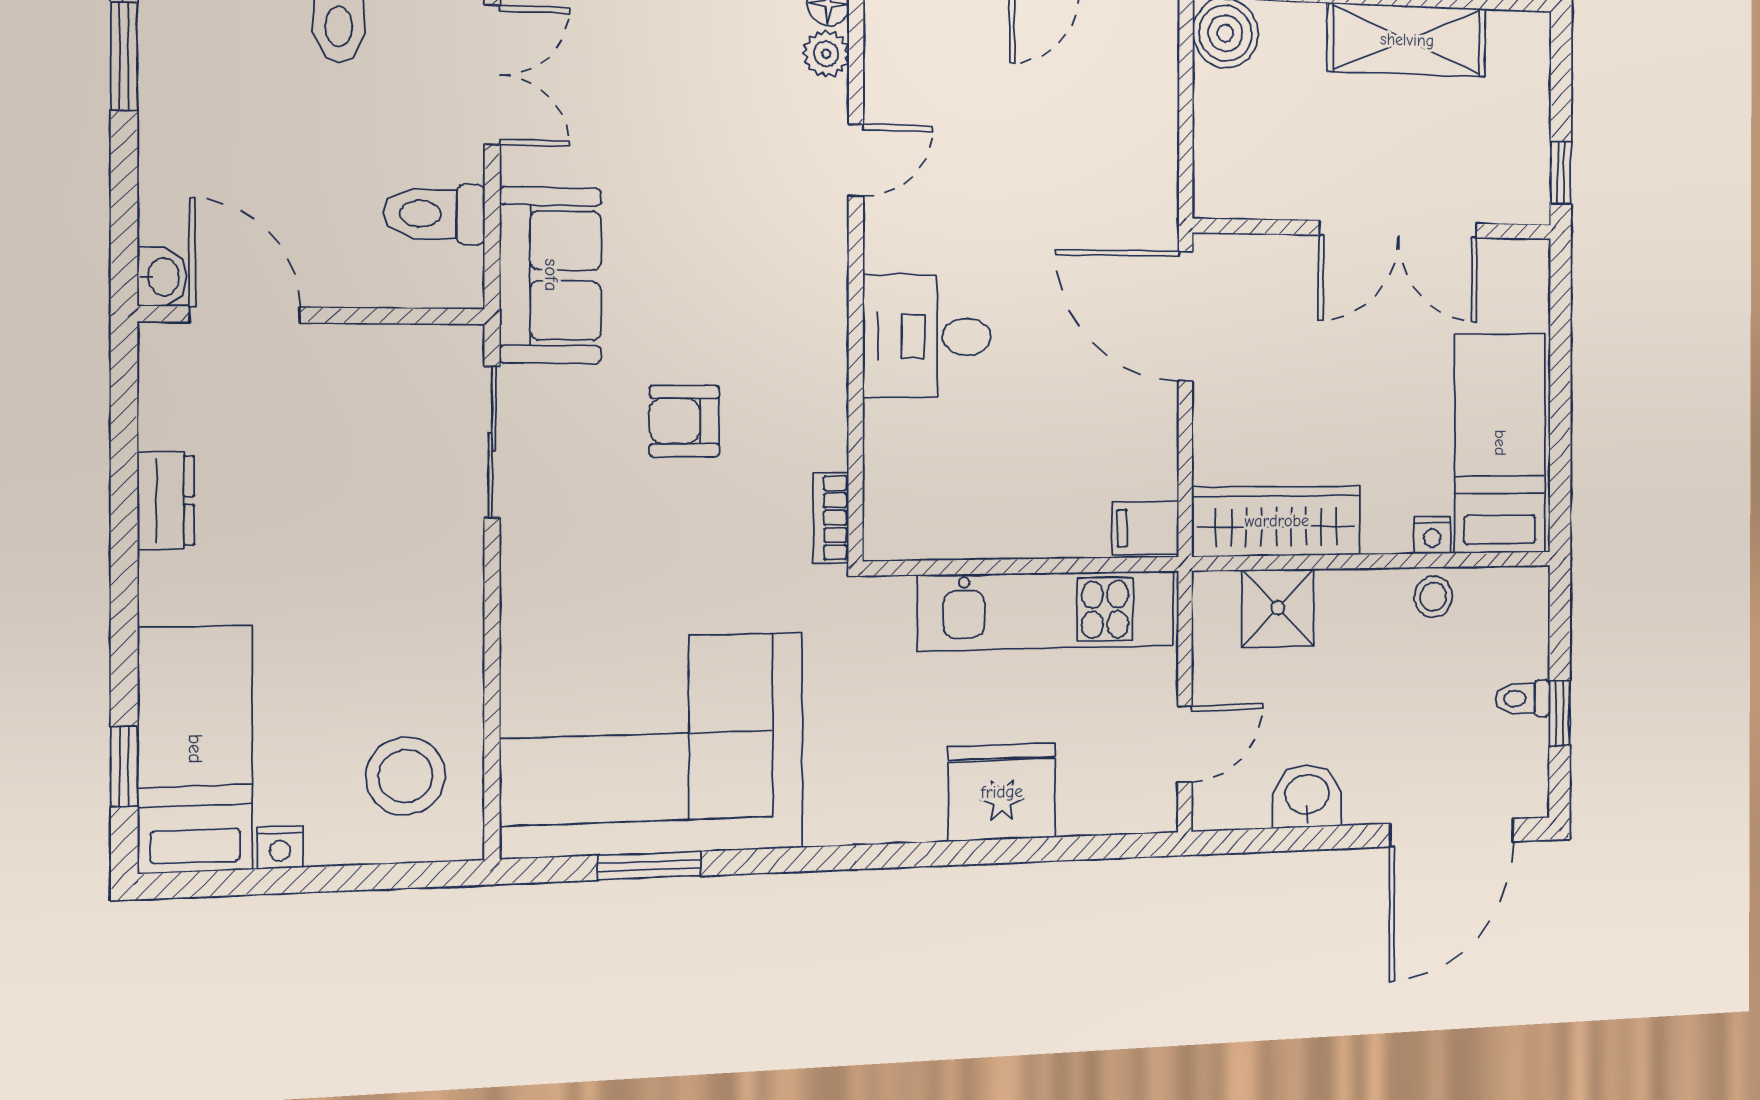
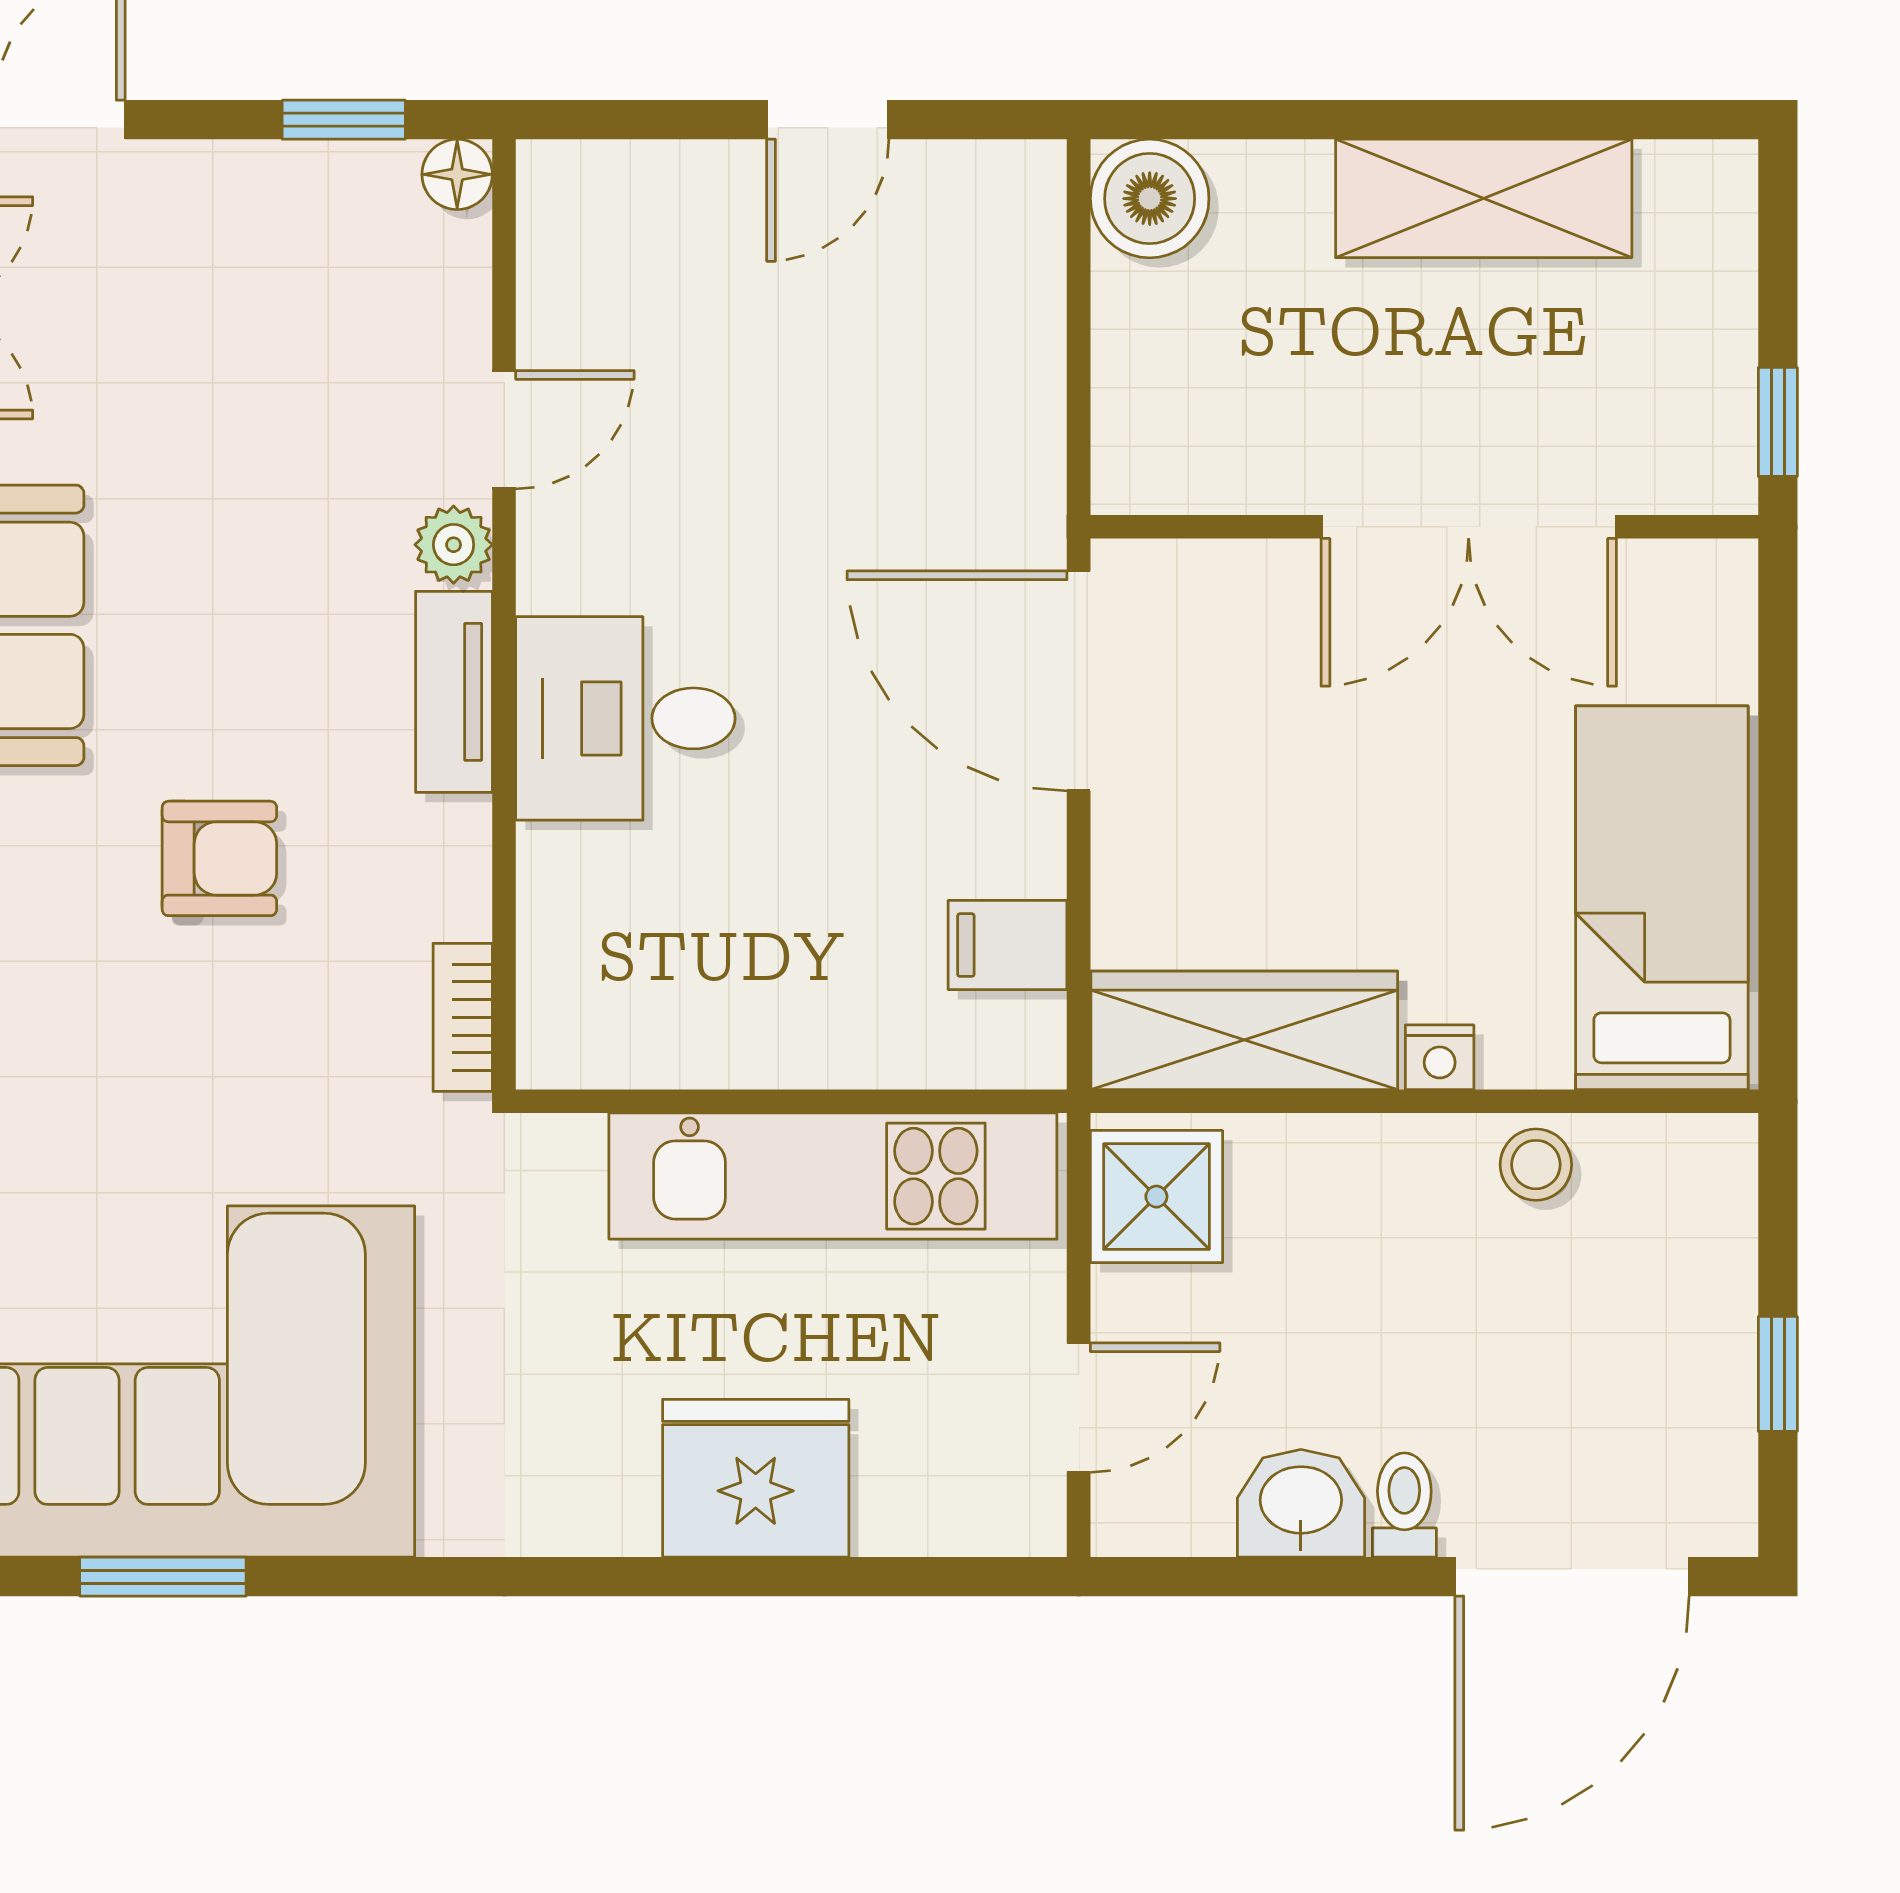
plant: (826, 54) -> (454, 545), moved
tv unit: (826, 319) -> (454, 692), added
armchair: (684, 421) -> (219, 858), turned 180
filing cabinet: (1145, 528) -> (1007, 945), moved
nightstand: (1432, 535) -> (1440, 1057), moved
shower: (1278, 608) -> (1156, 1197), moved
toilet: (1523, 699) -> (1404, 1505), moved, turned 90

